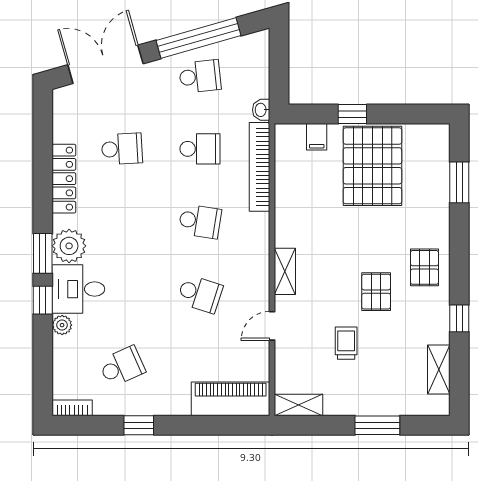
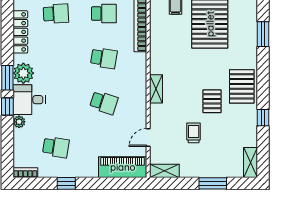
pallet: (424, 267) -> (242, 86), width x1.50, depth x1.42
door: (272, 326) -> (148, 137), moved
school desk: (122, 366) -> (56, 147), turned 33
shelving: (439, 370) -> (250, 162), moved

